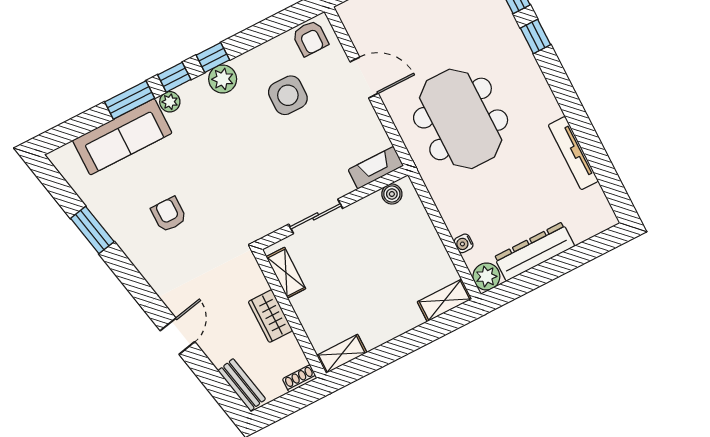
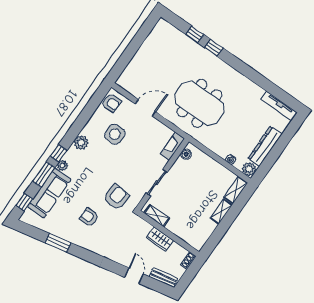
window: (213, 57) -> (24, 202), moved
tv unit: (573, 153) -> (279, 106), moved
armchair: (233, 205) -> (116, 197), added
door: (177, 336) -> (134, 276), moved
shelving: (342, 354) -> (221, 212), moved

